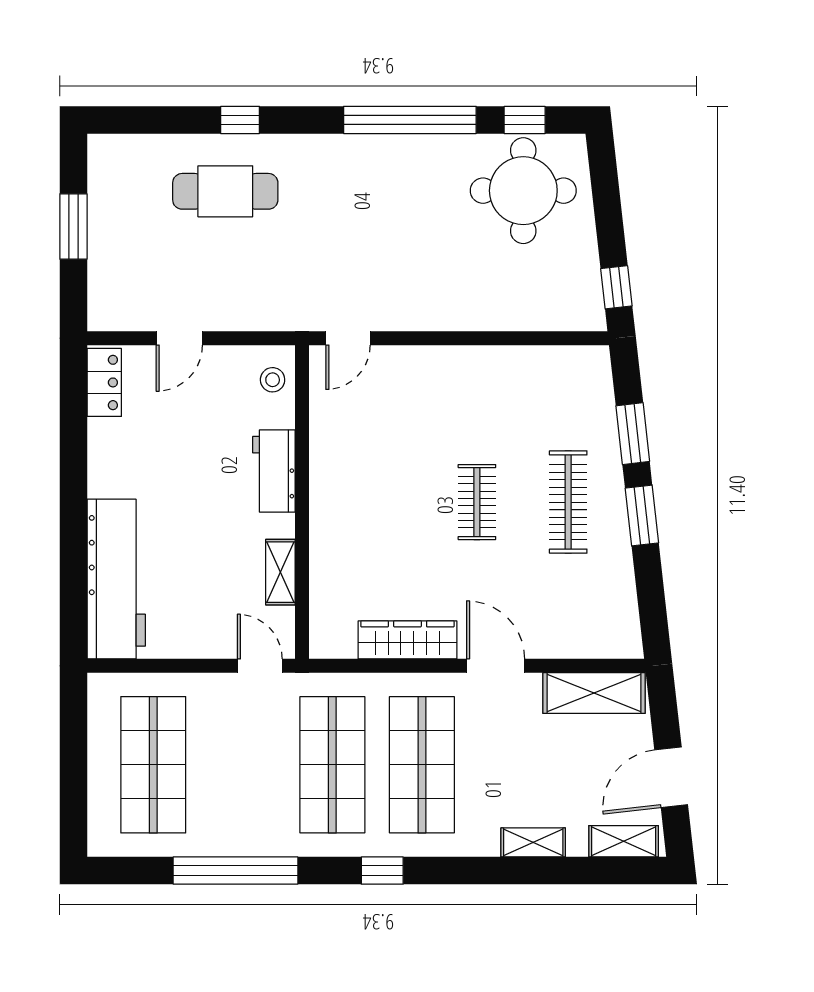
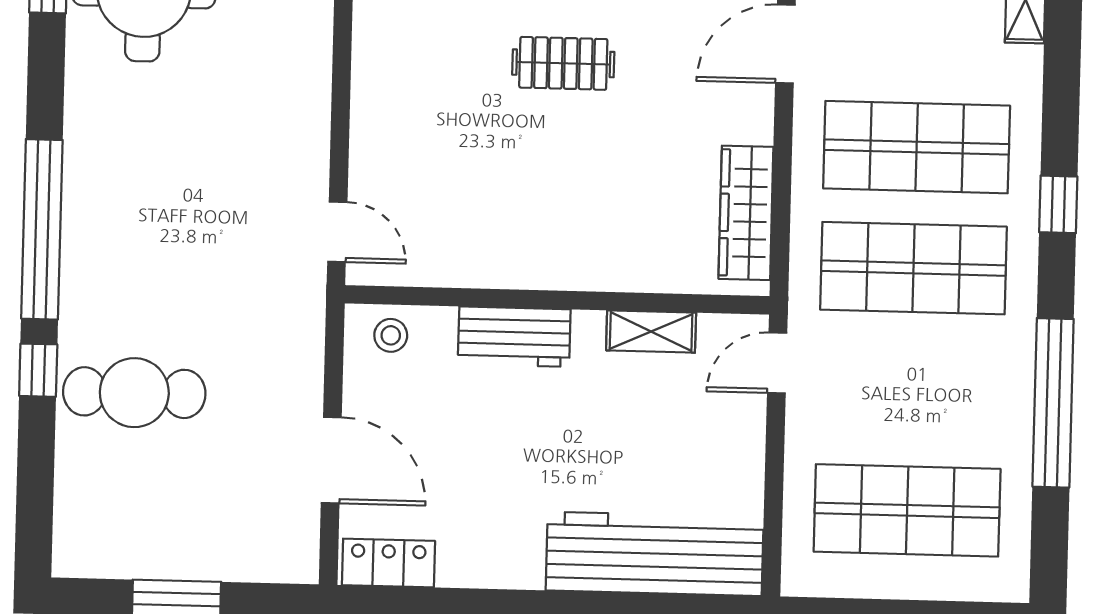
window: (410, 120) -> (42, 229), moved
cafe table: (225, 191) -> (134, 393), turned 90
door: (179, 338) -> (331, 460), width x1.38
wardrobe: (407, 640) -> (746, 213), moved

